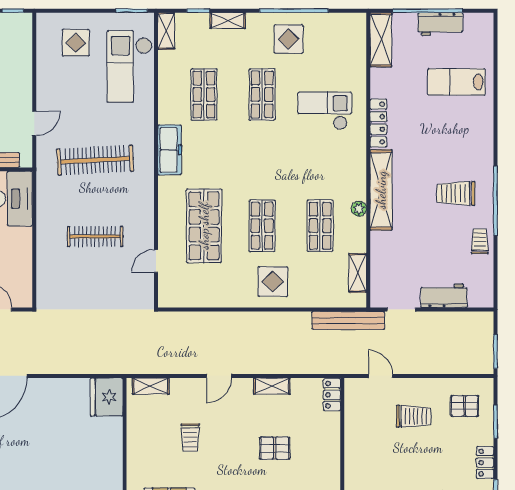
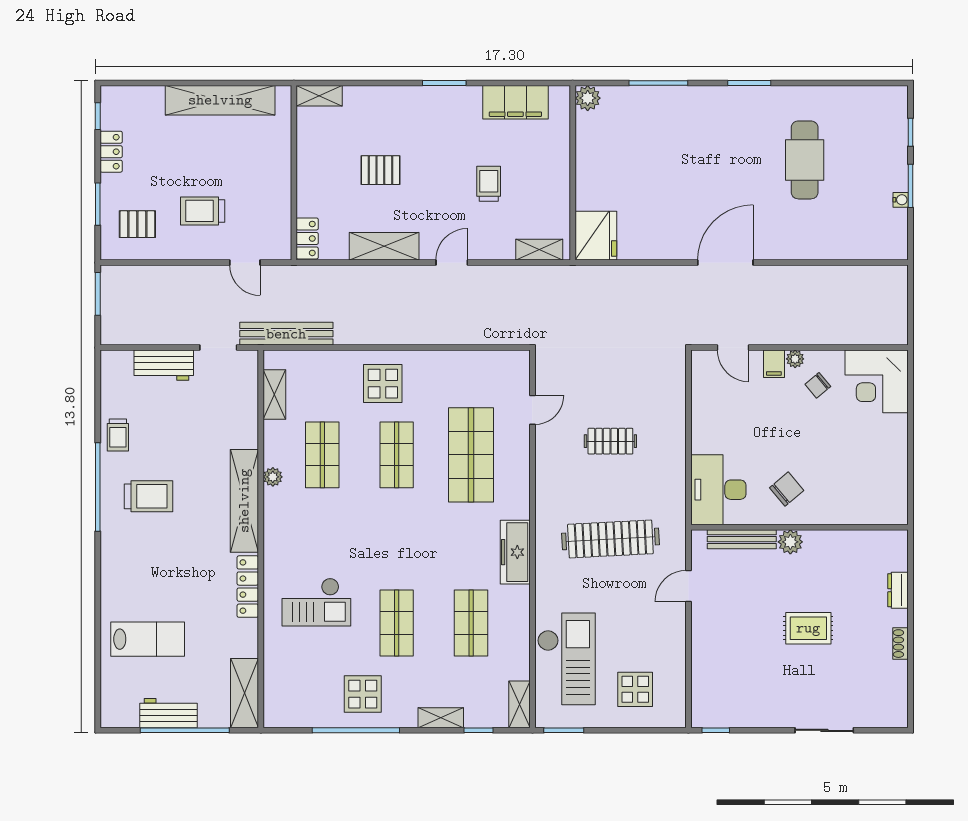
clothes rail: (95, 236) -> (610, 441), width x0.73
shelving: (272, 386) -> (384, 246), width x1.50, depth x1.33

